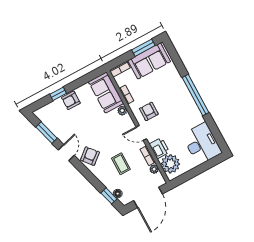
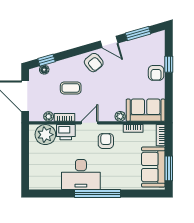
armchair: (71, 100) -> (156, 73), turned 180
armchair: (149, 111) -> (106, 141), turned -90
desk: (202, 144) -> (81, 174), moved

